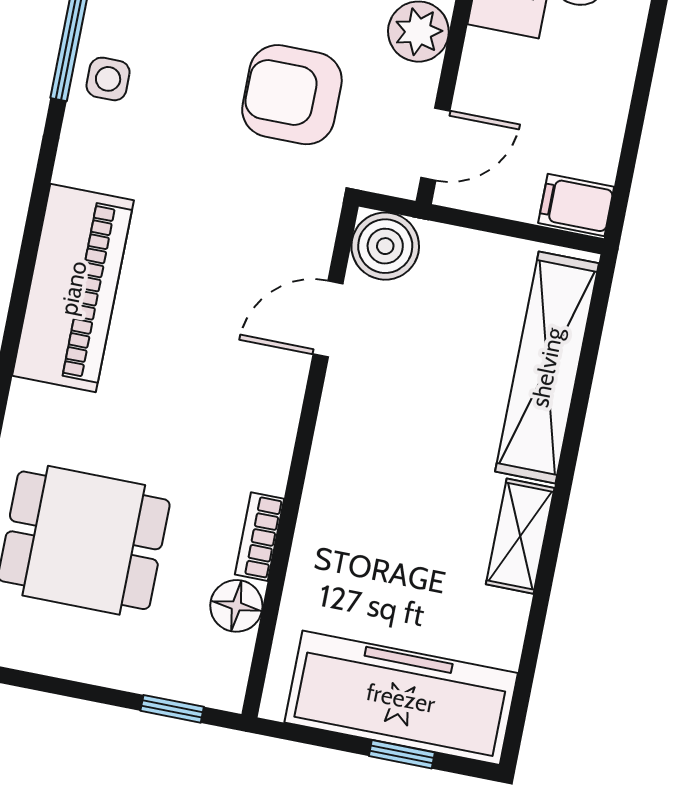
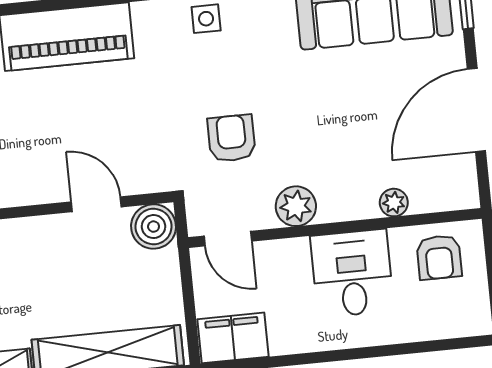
armchair: (292, 95) -> (232, 138), width x0.72, depth x0.72
filing cabinet: (576, 205) -> (233, 338), width x2.00

